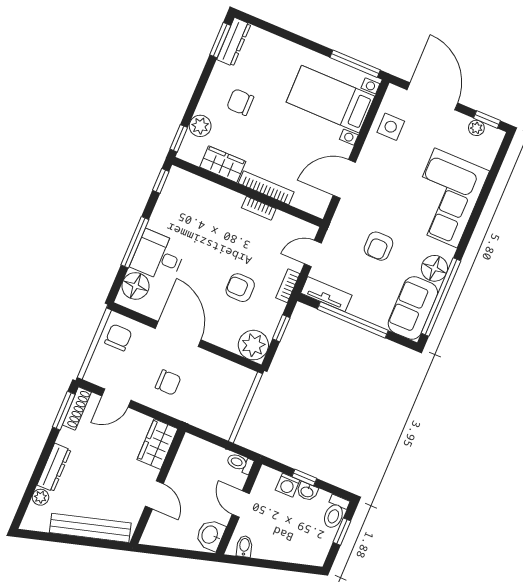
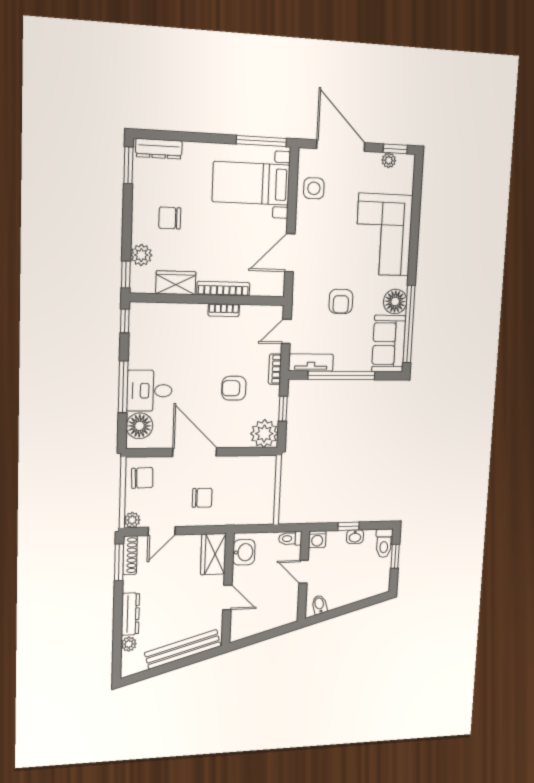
dresser: (234, 42) -> (159, 149), moved, turned 90
chair: (118, 337) -> (142, 478), turned 88
plant: (93, 374) -> (132, 520), added
washing machine: (288, 485) -> (317, 539), moved
washbasin: (210, 535) -> (244, 552), moved, turned 180

